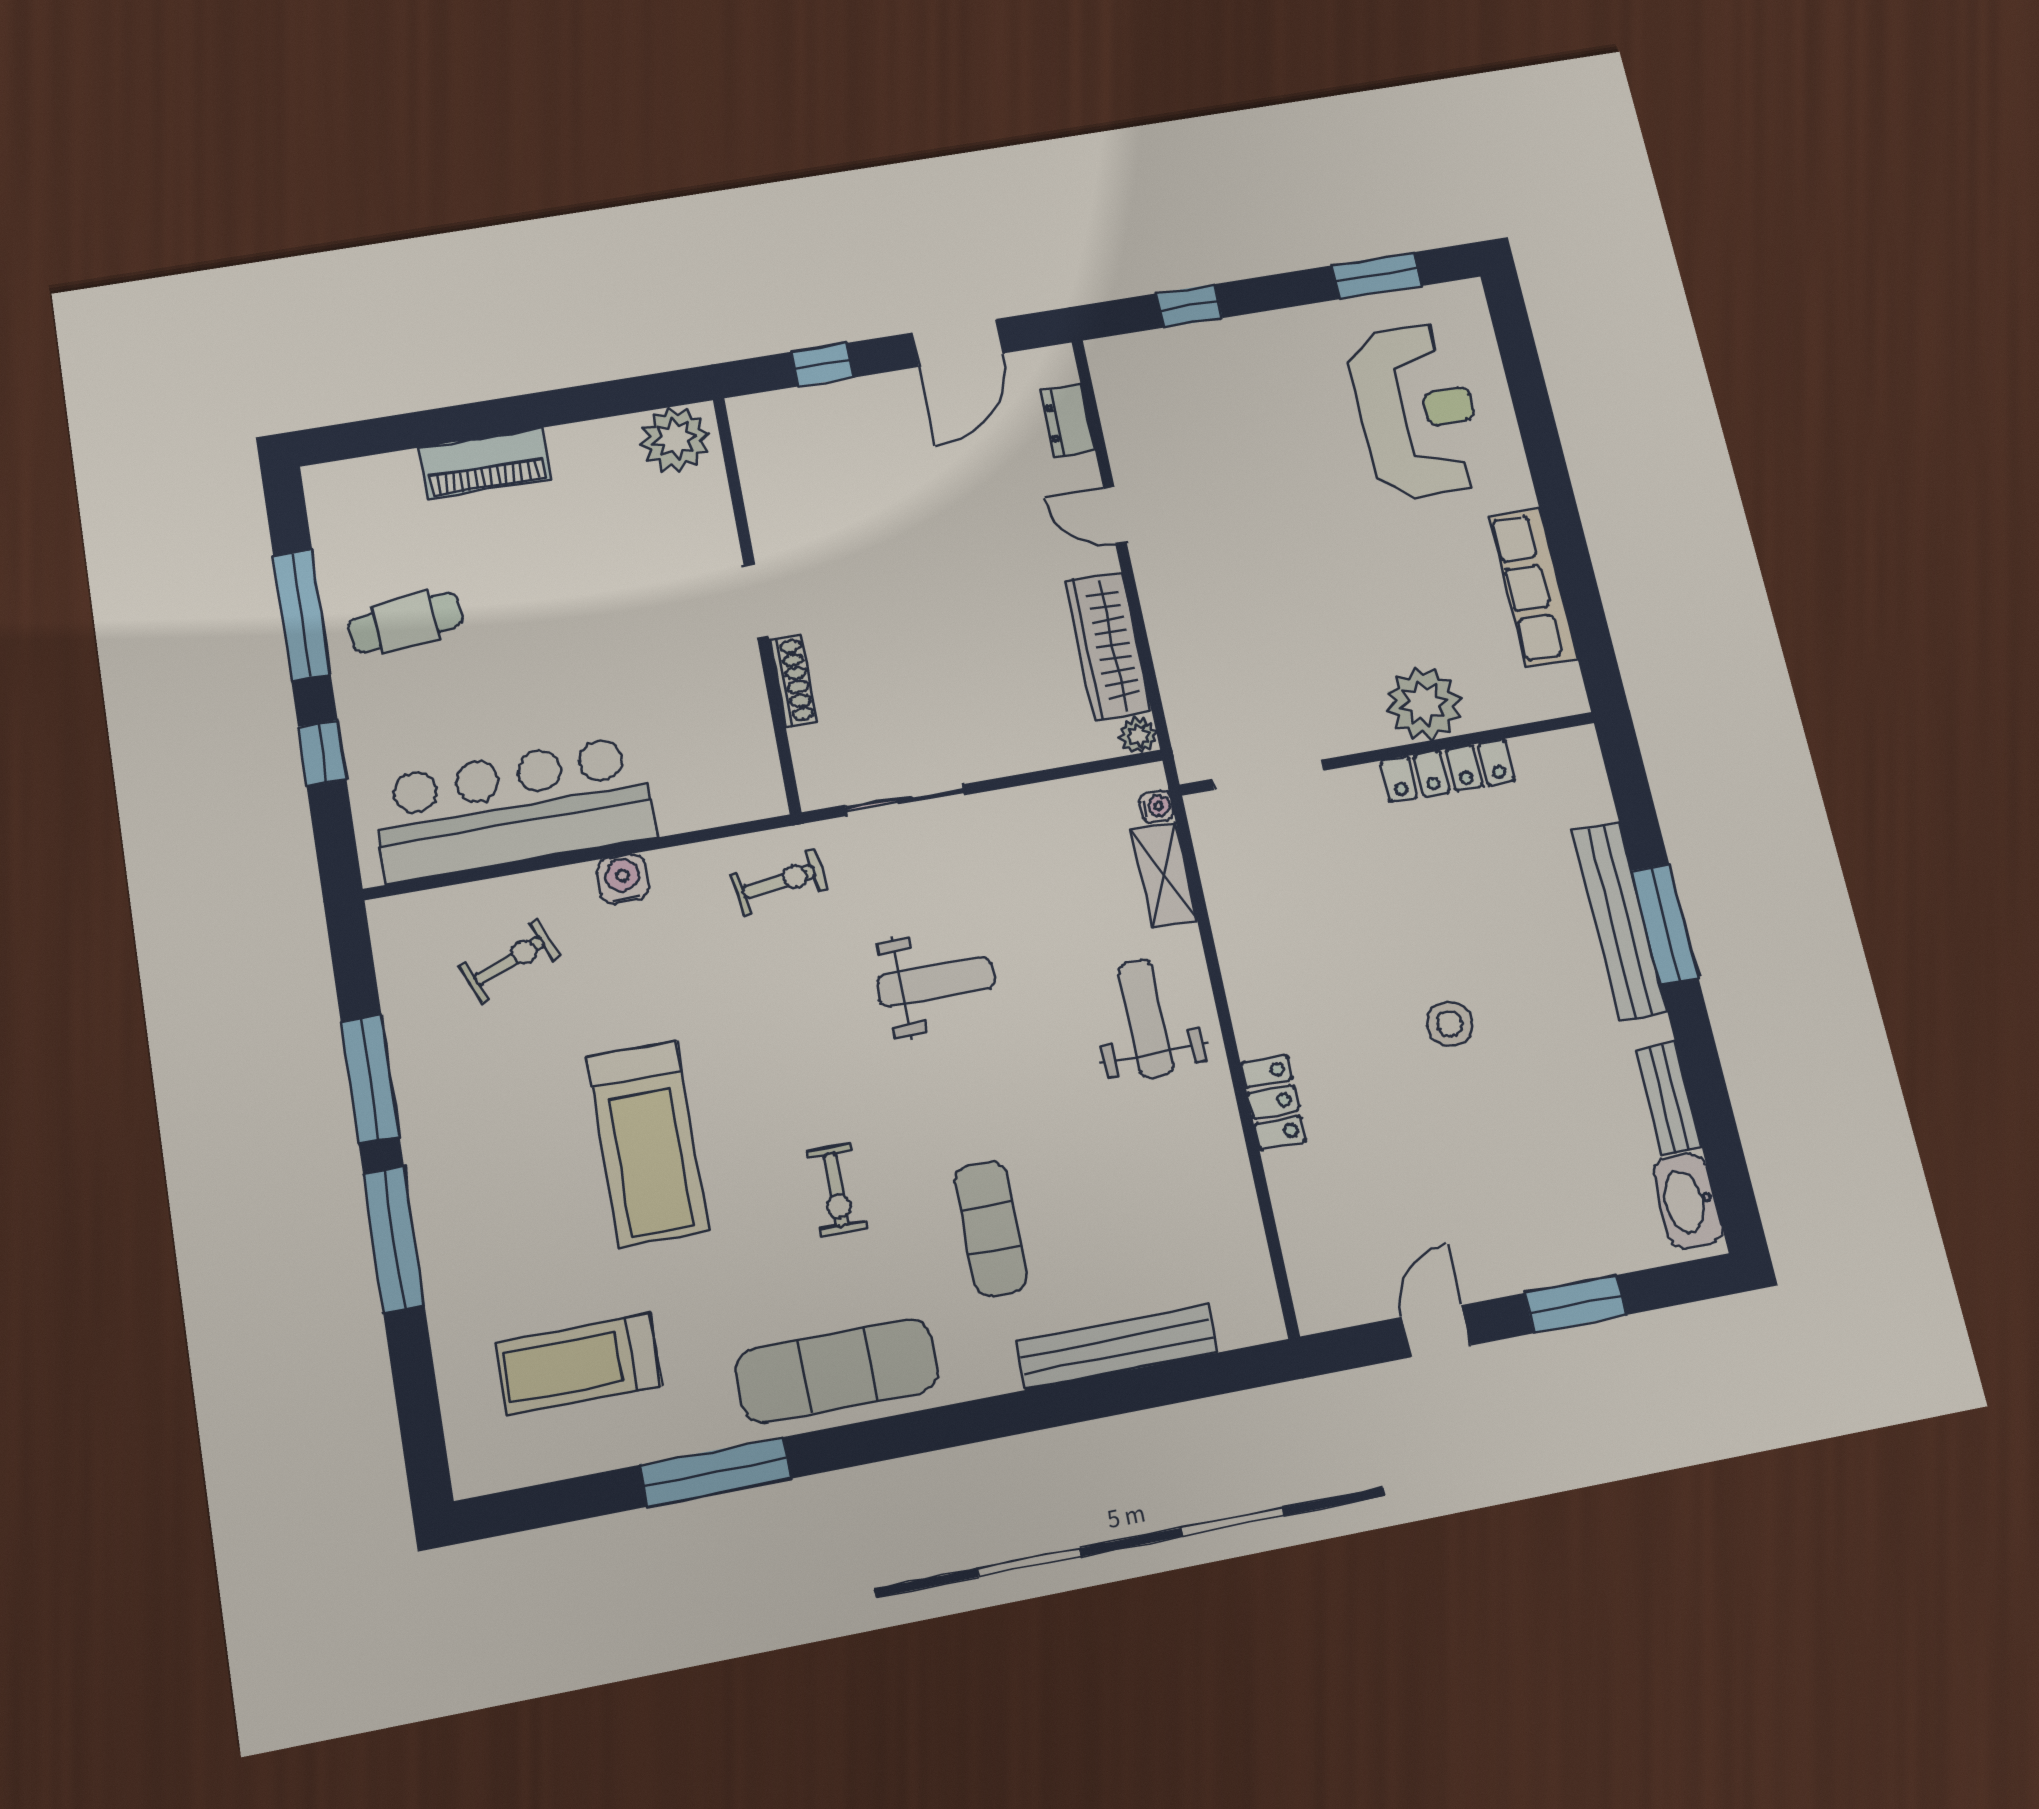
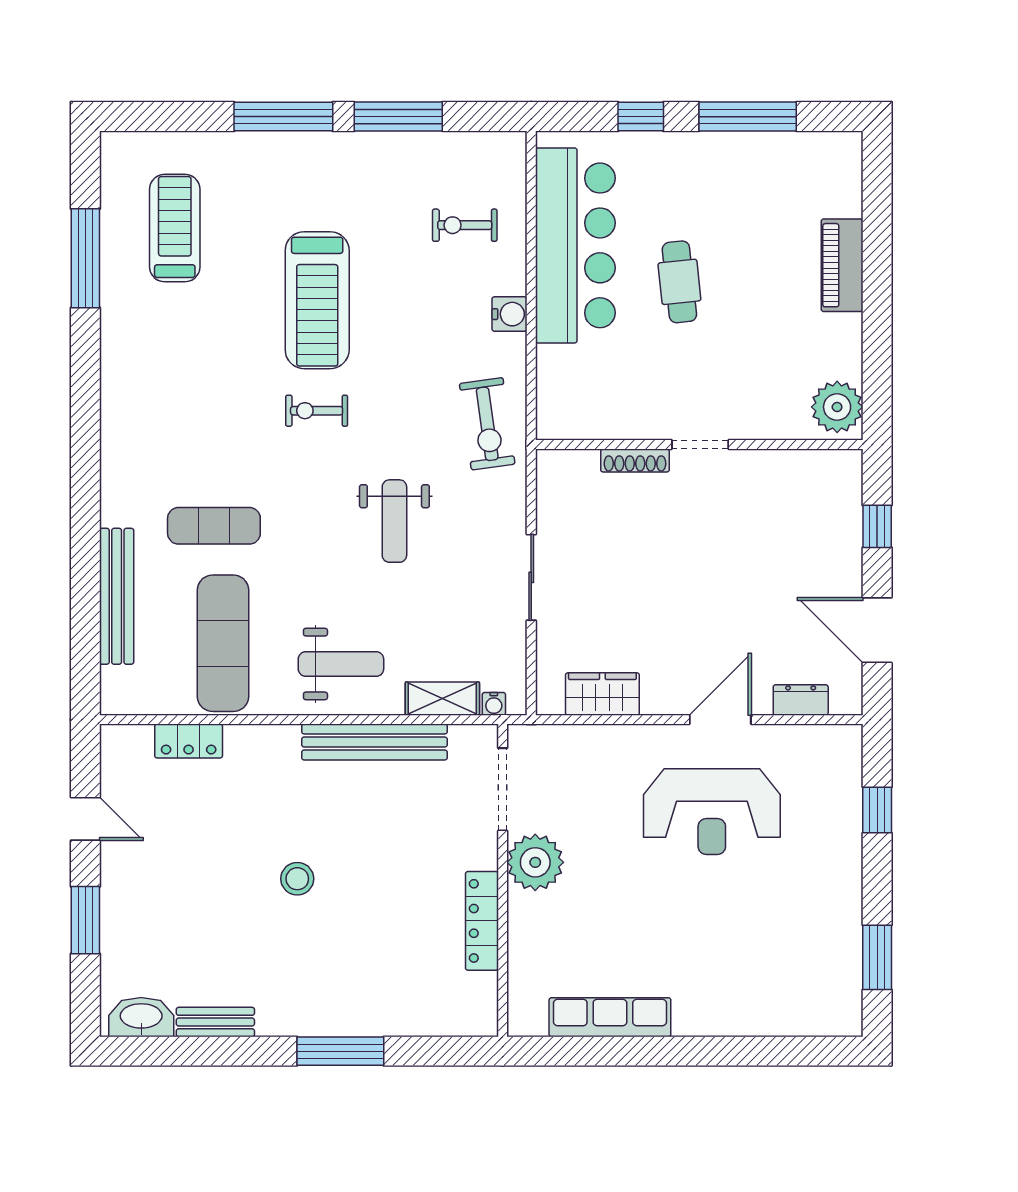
reception desk: (1417, 411) -> (712, 812), moved
door: (1115, 515) -> (720, 720), width x1.38
cafe table: (405, 622) -> (679, 282), moved
wardrobe: (1108, 646) -> (602, 694), width x0.67
plant: (1424, 704) -> (535, 862), moved
plant: (1138, 735) -> (549, 702), removed
sliding door: (905, 800) -> (531, 577), moved
exercise bike: (779, 882) -> (487, 424), width x1.38, depth x1.39
bench: (1619, 920) -> (374, 742), moved
exercise bike: (509, 961) -> (465, 225), turned 112
locker: (1273, 1102) -> (189, 741), moved
treadmill: (648, 1144) -> (317, 300), turned -90
exercise bike: (836, 1190) -> (317, 411), moved
exercise mat: (837, 1370) -> (223, 643), moved
window: (716, 1472) -> (85, 258), moved

